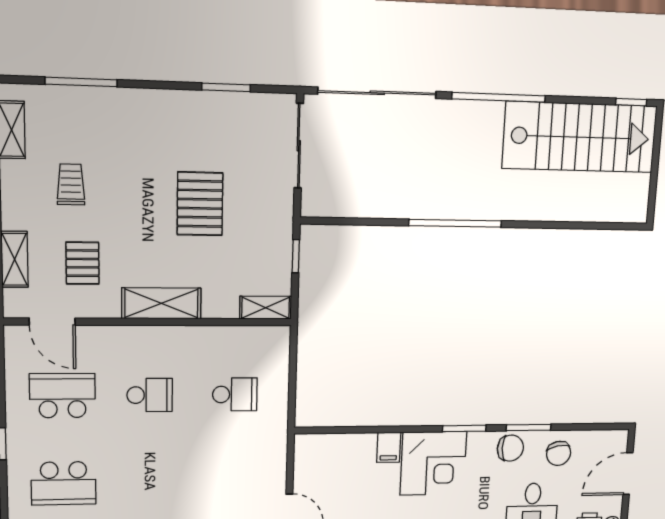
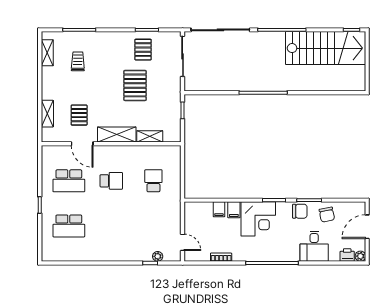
pallet: (218, 129) -> (143, 50), added
trolley: (71, 184) -> (78, 61), moved
shelving: (266, 308) -> (150, 136), moved
door: (52, 322) -> (82, 144), moved
school desk: (235, 394) -> (153, 181), turned -90
school desk: (62, 396) -> (69, 181), turned 180
filing cabinet: (360, 447) -> (219, 209), added

